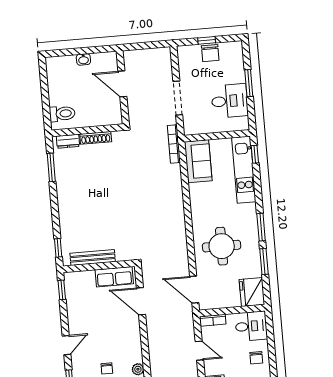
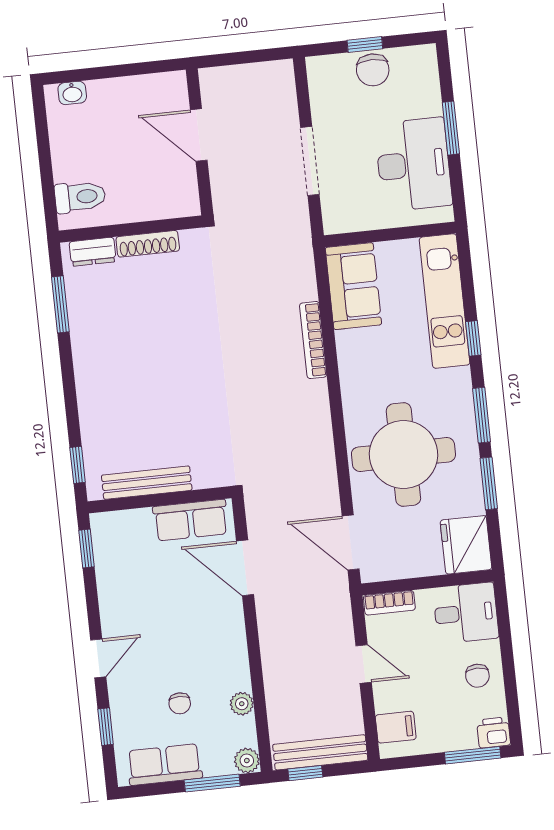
washbasin: (83, 59) -> (72, 93), moved
desk: (230, 101) -> (413, 164), width x1.37
bookcase: (174, 144) -> (313, 340), moved
window: (255, 154) -> (473, 338), moved
round table: (222, 246) -> (403, 454), width x1.36, depth x1.36

